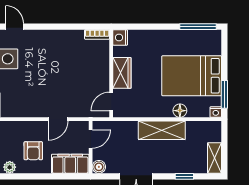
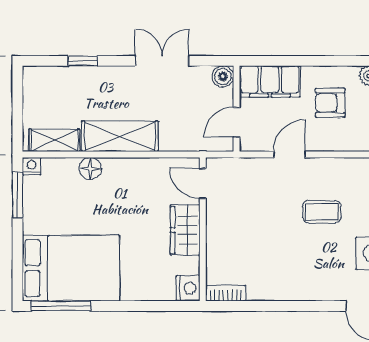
bed: (192, 76) -> (71, 268), moved
coffee table: (38, 84) -> (322, 212), added
door: (111, 102) -> (203, 183), swing flipped
armchair: (33, 151) -> (330, 103), turned -90
shelving: (214, 158) -> (54, 140), moved, turned 90

